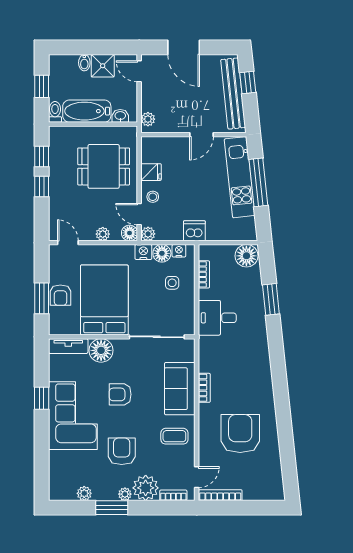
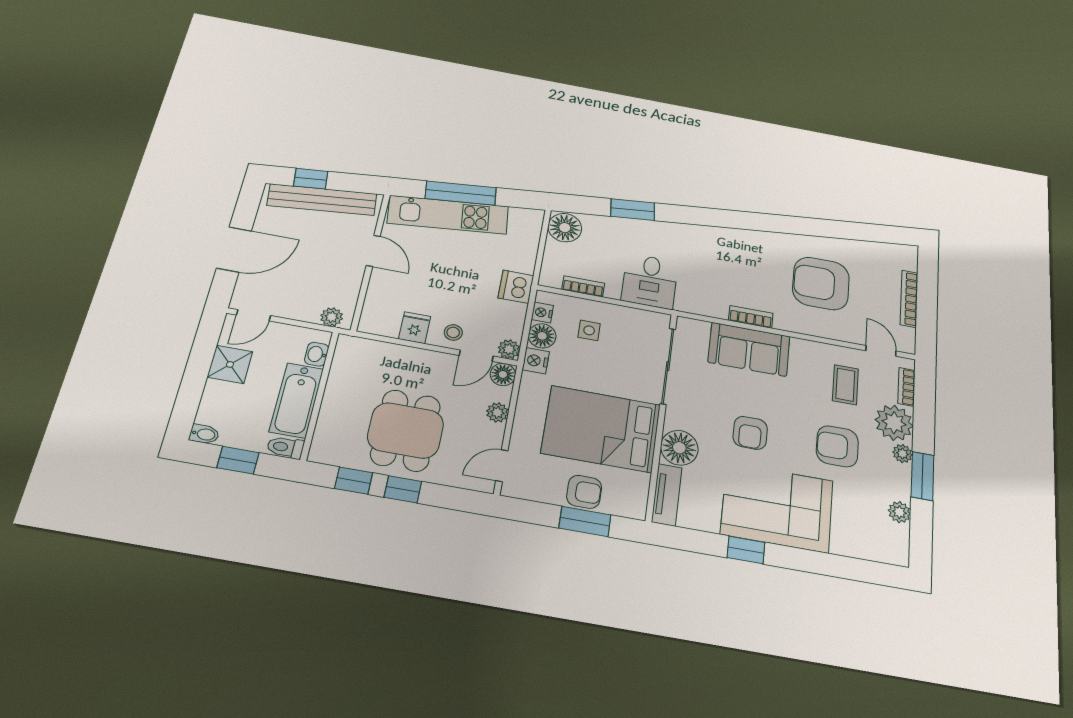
bidet: (84, 63) -> (204, 434), moved
dining table: (104, 166) -> (406, 430), moved
coffee table: (174, 436) -> (845, 385), moved
bookcase: (220, 495) -> (909, 299), moved

